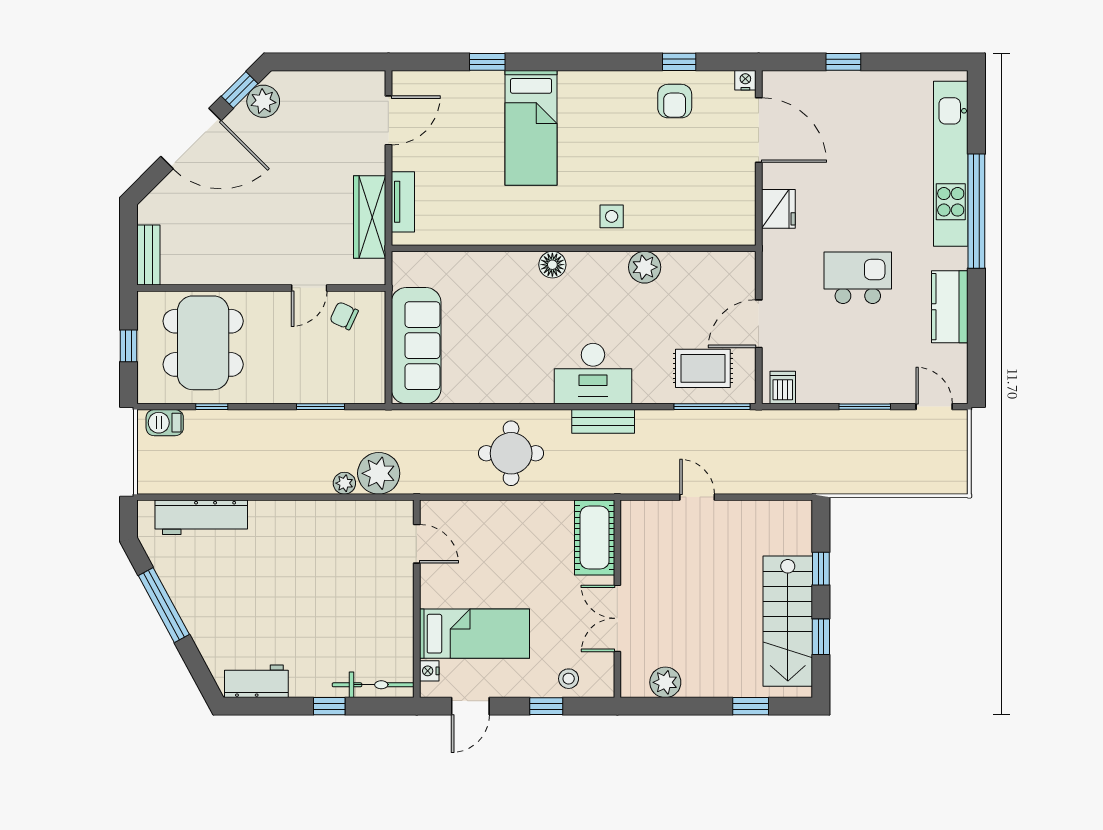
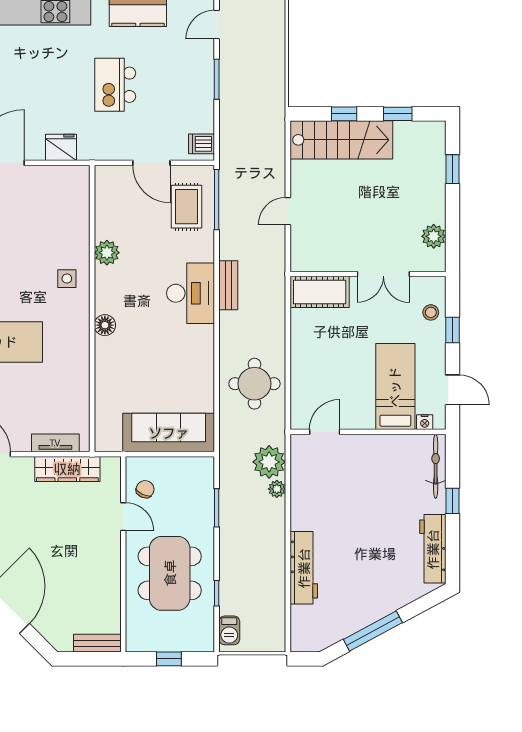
chair: (344, 316) -> (145, 489), turned 180
dining table: (203, 343) -> (170, 573), moved, turned 90
round table: (511, 453) -> (254, 384), moved
workbench: (201, 517) -> (304, 568), moved
stairs: (788, 621) -> (341, 140), moved
workbench: (256, 681) -> (433, 549), width x1.38

